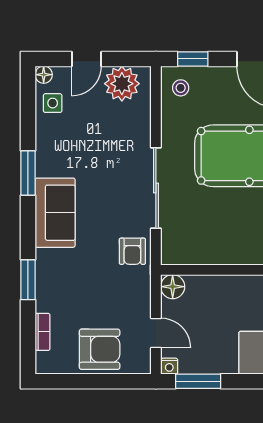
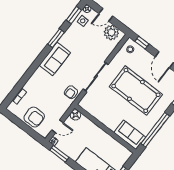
window: (28, 280) -> (74, 15), moved
door: (156, 333) -> (58, 126), hinge flipped

